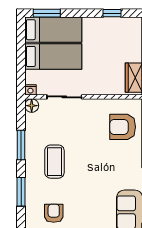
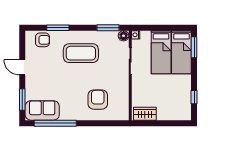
armchair: (123, 127) -> (98, 100), moved
window: (21, 145) -> (108, 28), moved
coffee table: (54, 162) -> (81, 53), width x1.36, depth x1.32
armchair: (54, 213) -> (42, 40), moved

